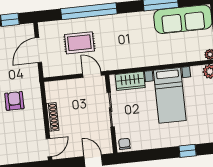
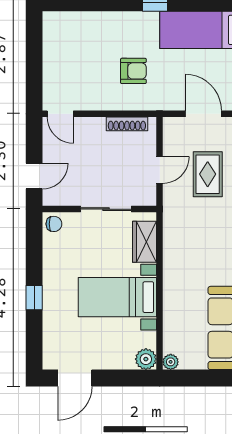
door: (92, 75) -> (160, 170), moved
shoe rack: (53, 117) -> (127, 124), moved
window: (188, 151) -> (34, 298), moved

